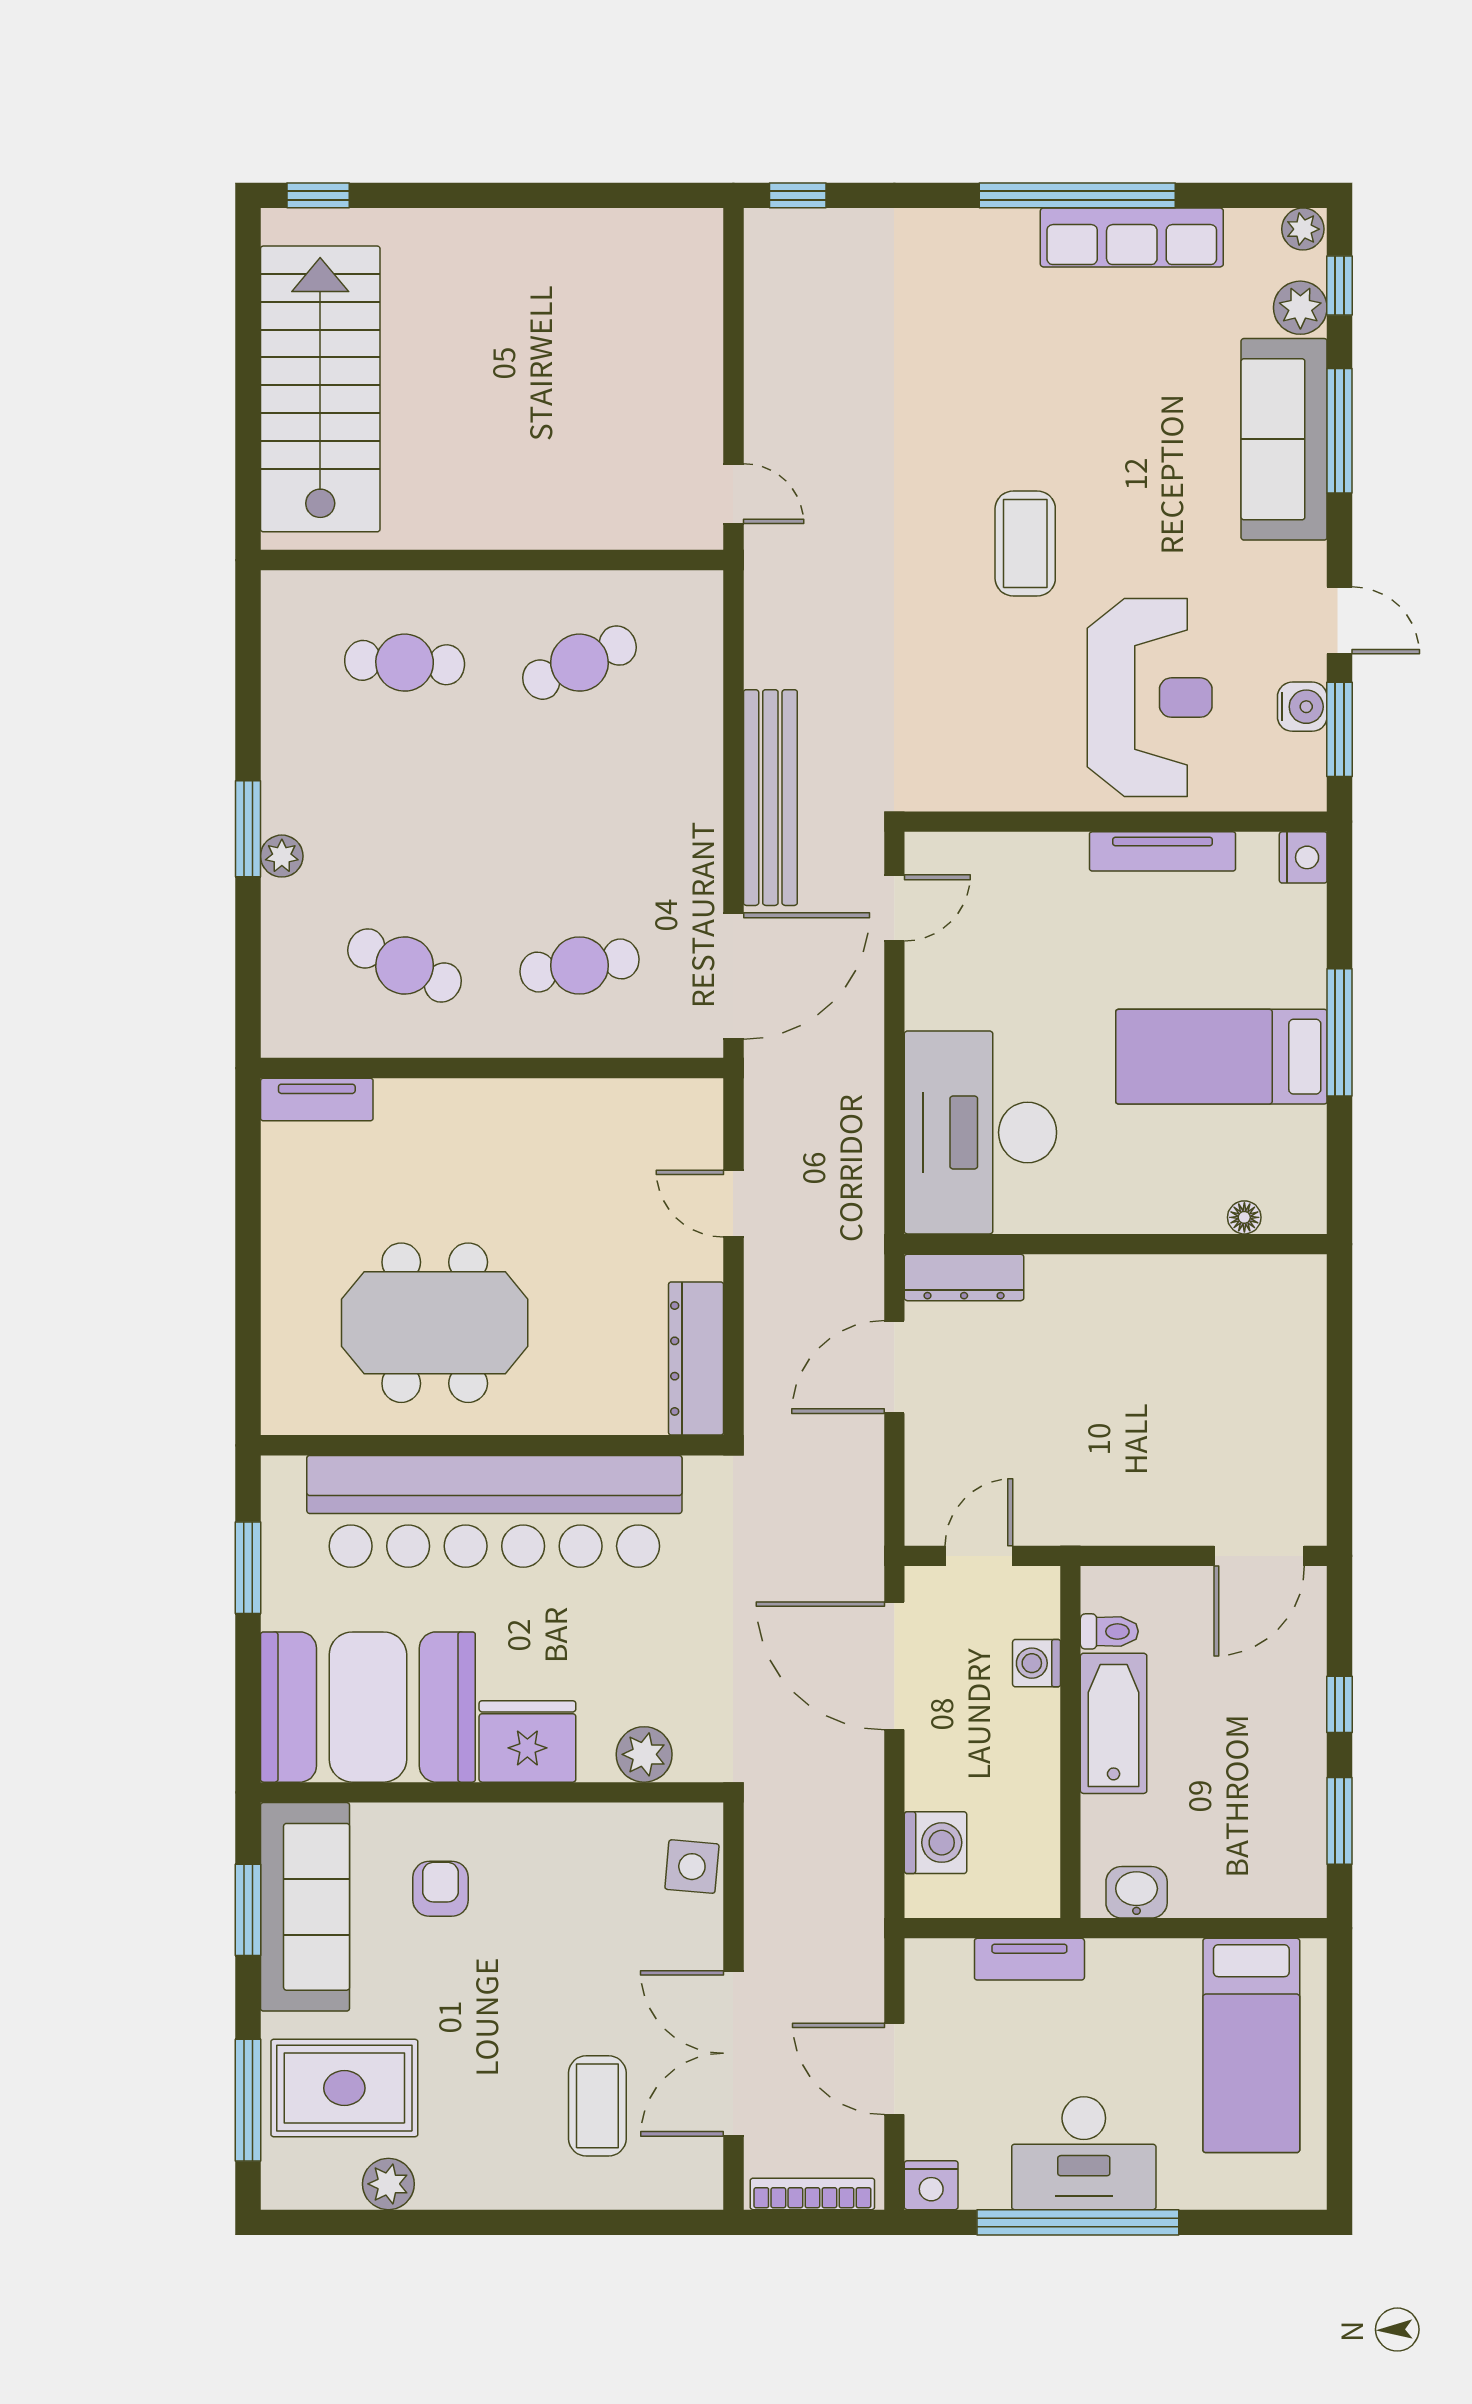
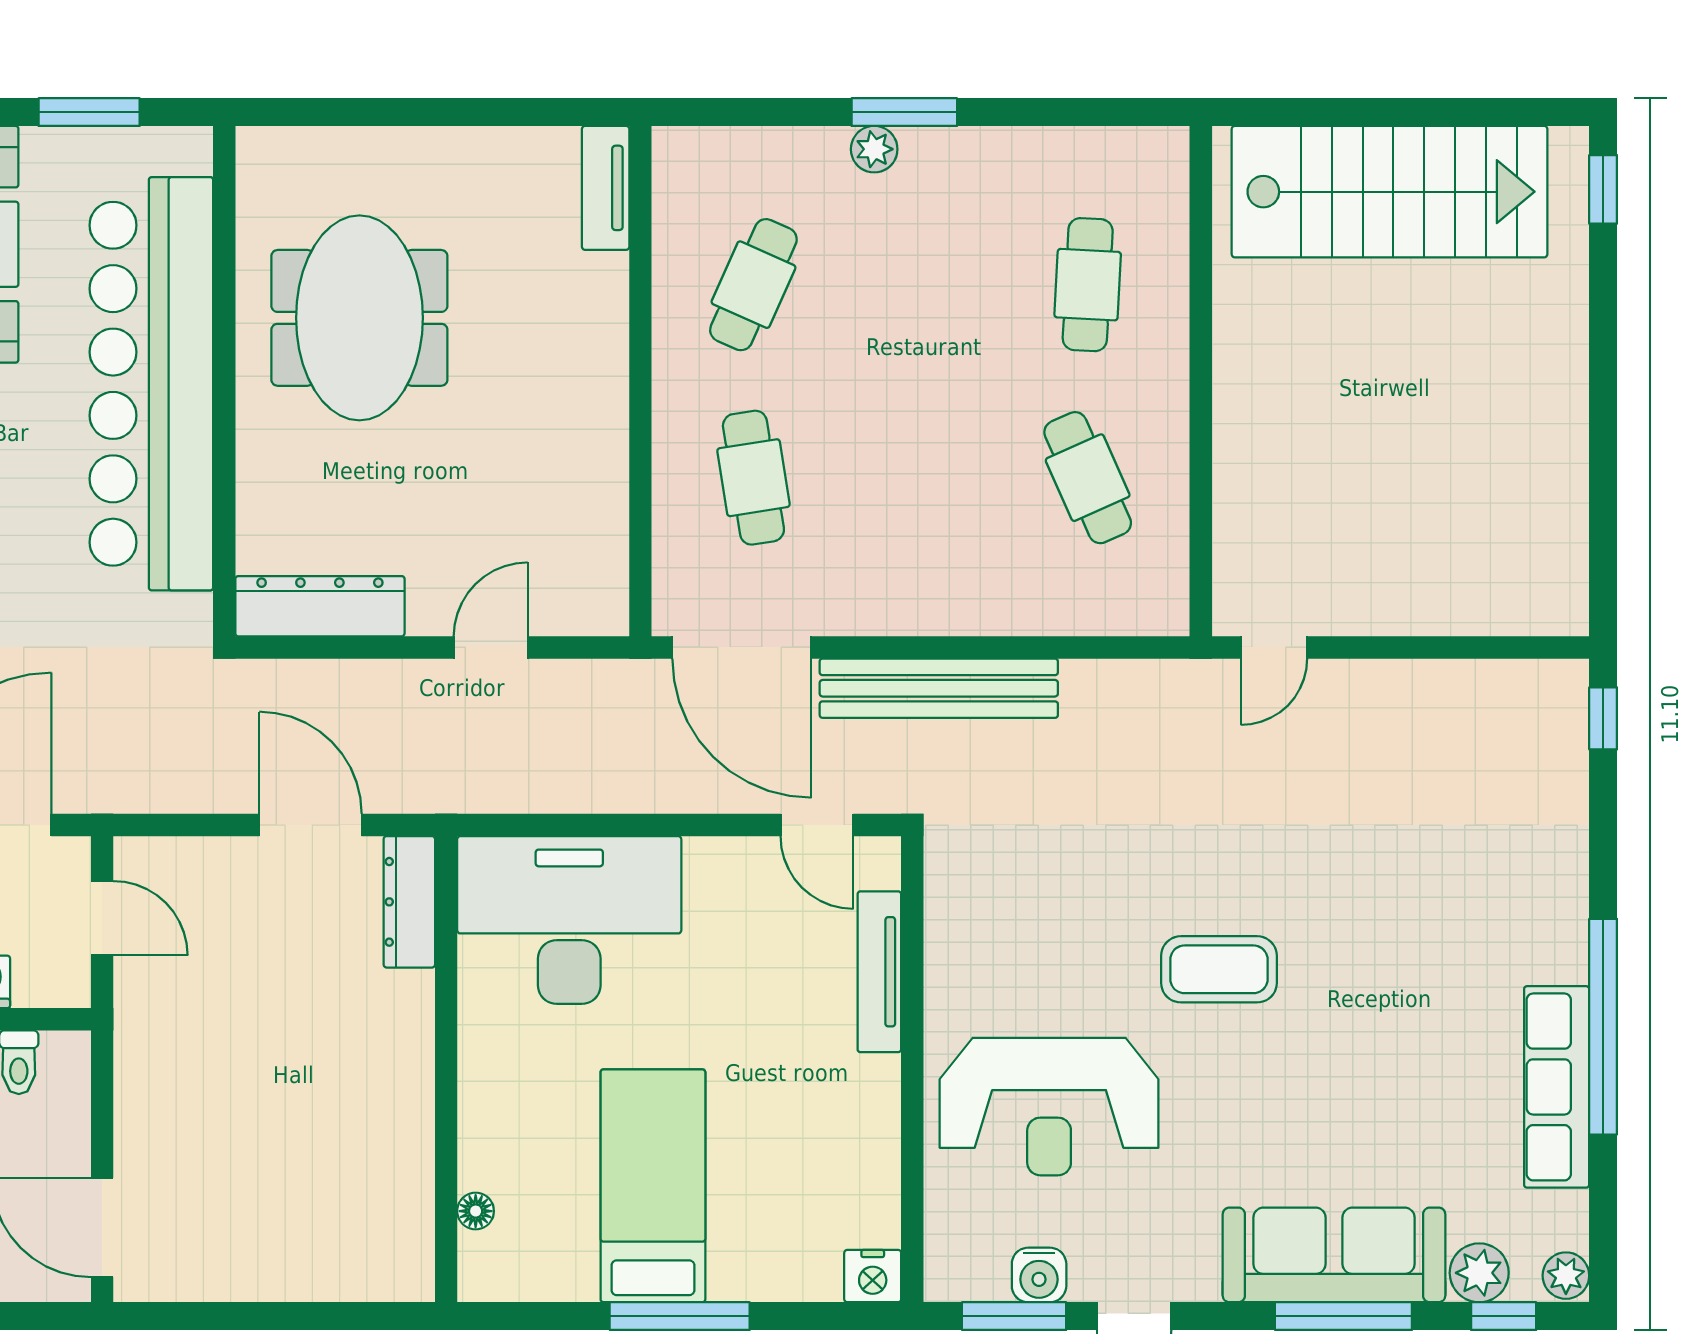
tv unit: (1163, 851) -> (879, 972), moved

